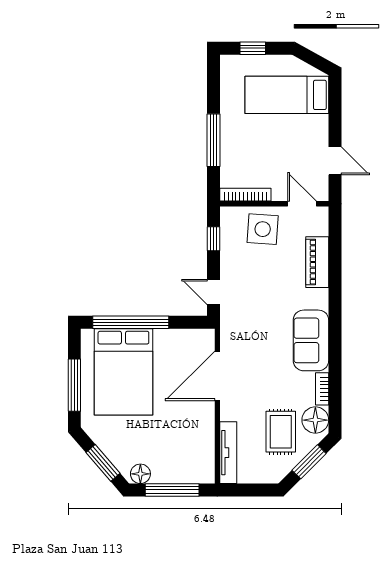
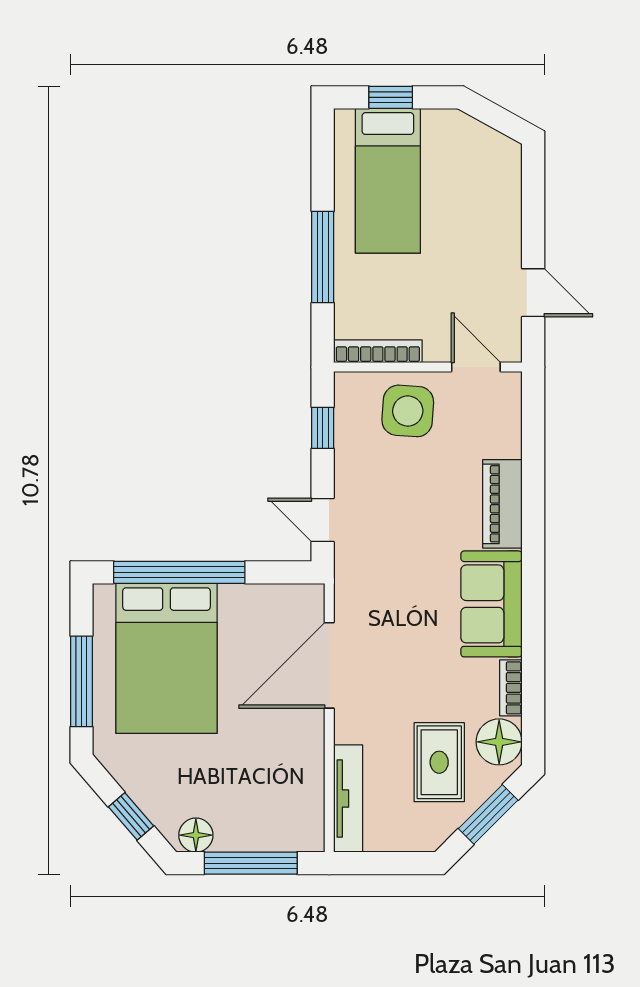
bed: (287, 95) -> (388, 181), moved, turned -90
piano: (317, 262) -> (502, 504), moved
window: (103, 463) -> (131, 816), width x0.67

